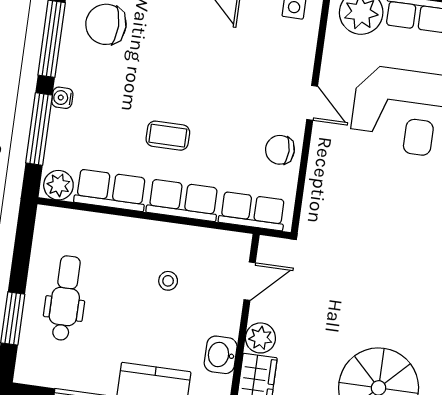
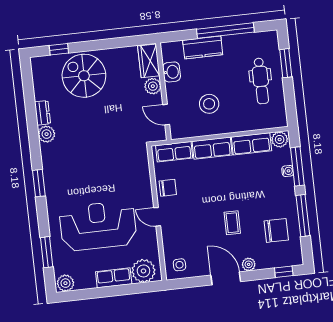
water cooler: (62, 98) -> (288, 171), moved
coffee table: (168, 136) -> (232, 223), moved, turned 90
stool: (168, 281) -> (209, 104), width x1.89, depth x1.89
door: (250, 281) -> (166, 115), hinge flipped

